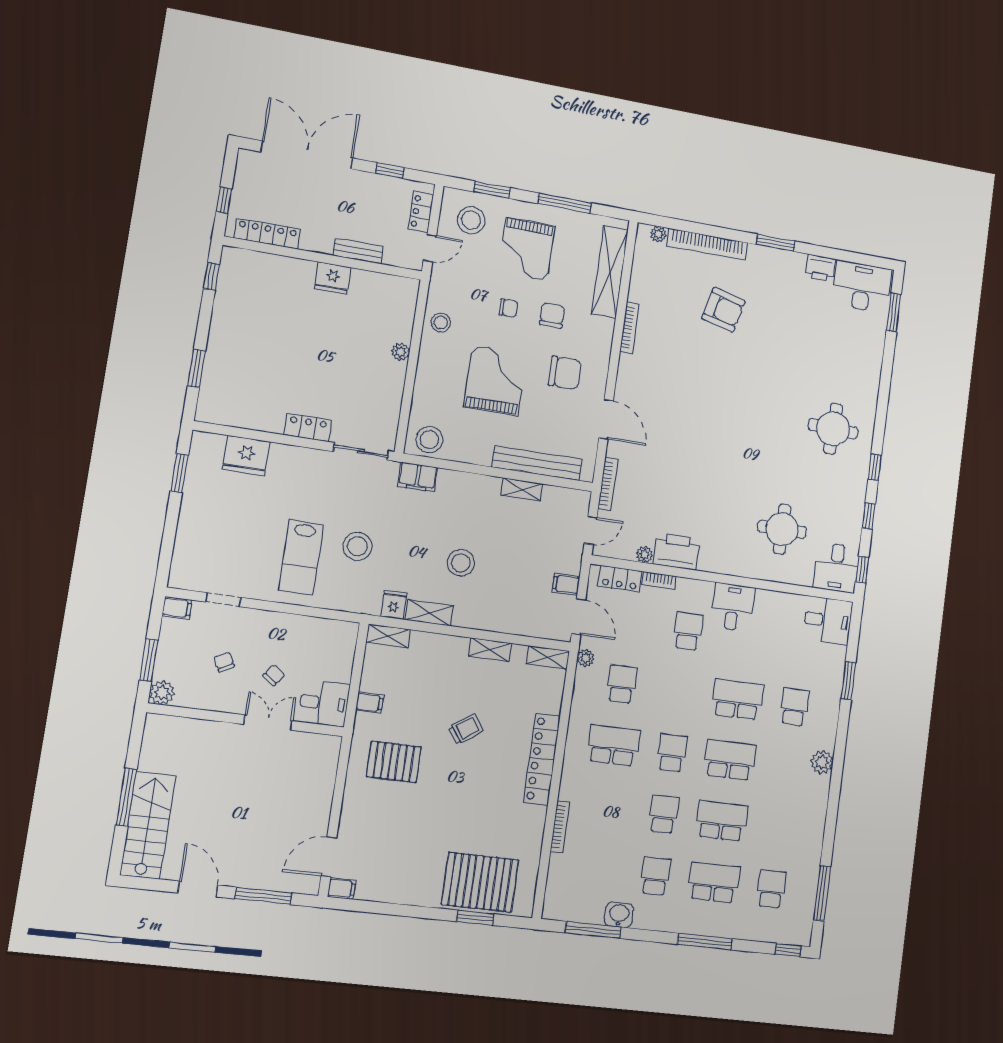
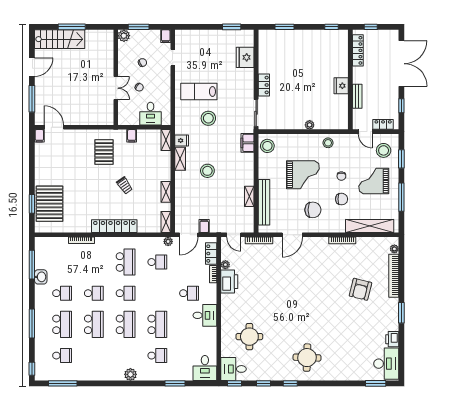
chair: (565, 373) -> (313, 210), turned -90
desk: (324, 703) -> (150, 114), moved

